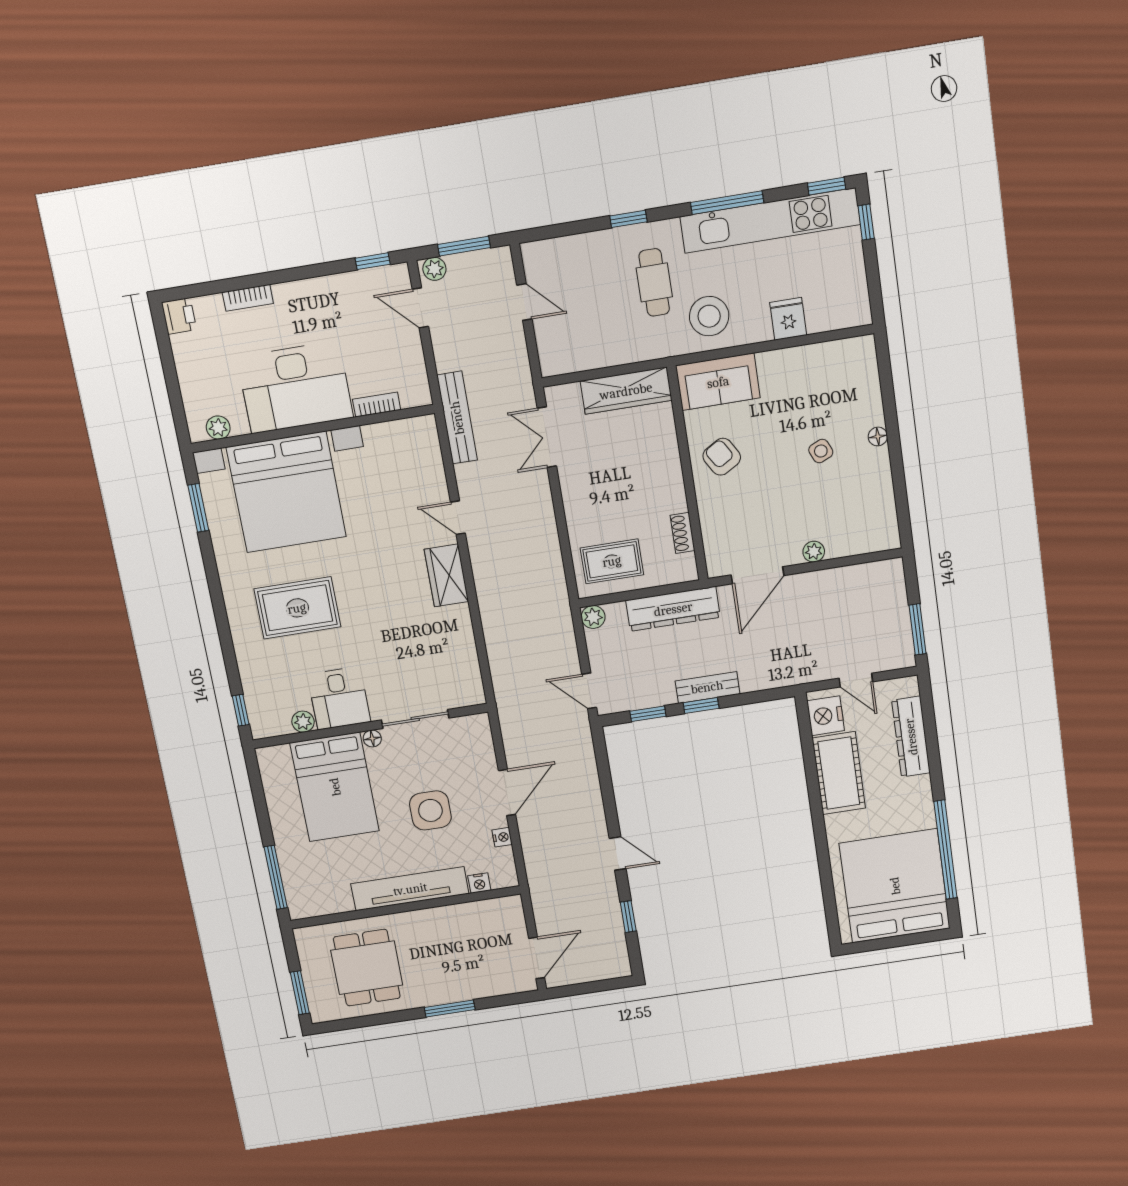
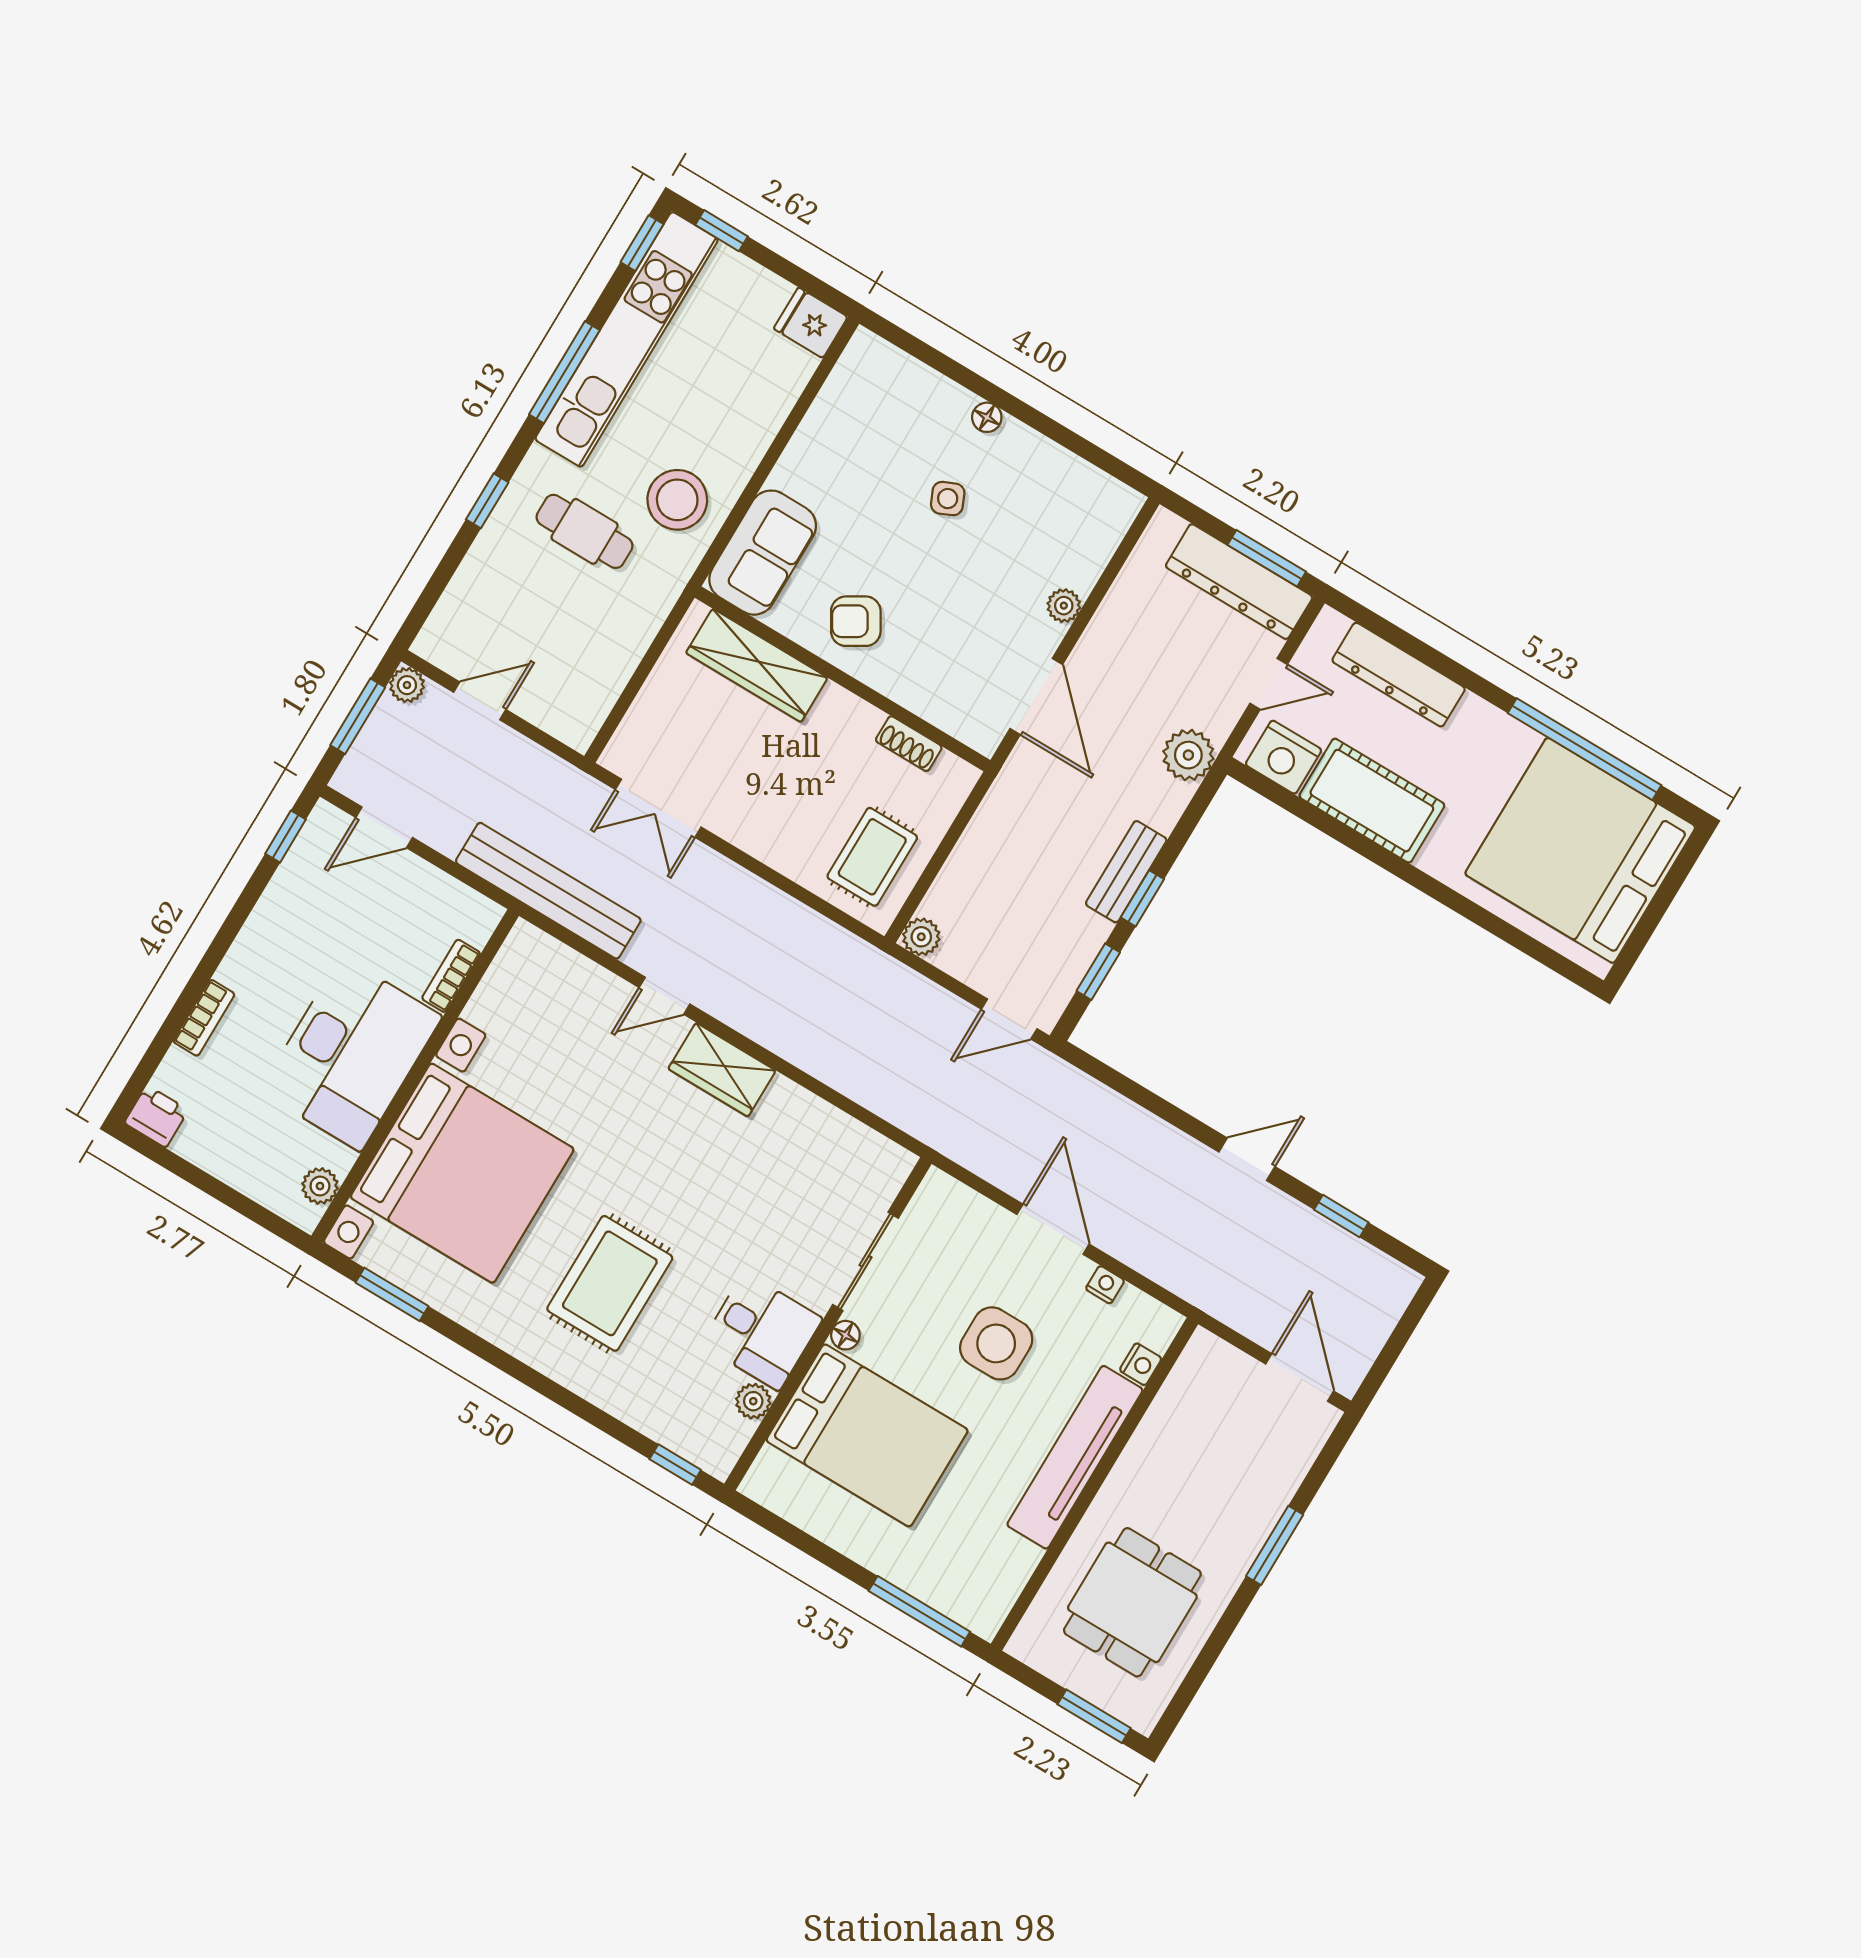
plant: (434, 269) -> (407, 685), moved
fridge: (788, 319) -> (811, 323), moved
wardrobe: (626, 391) -> (757, 665), moved, turned 90
bench: (457, 418) -> (548, 891), width x1.37, depth x1.21
dresser: (673, 609) -> (1239, 582), moved, turned 90
plant: (789, 671) -> (1188, 755), added
dining table: (367, 968) -> (1132, 1602), turned 90

